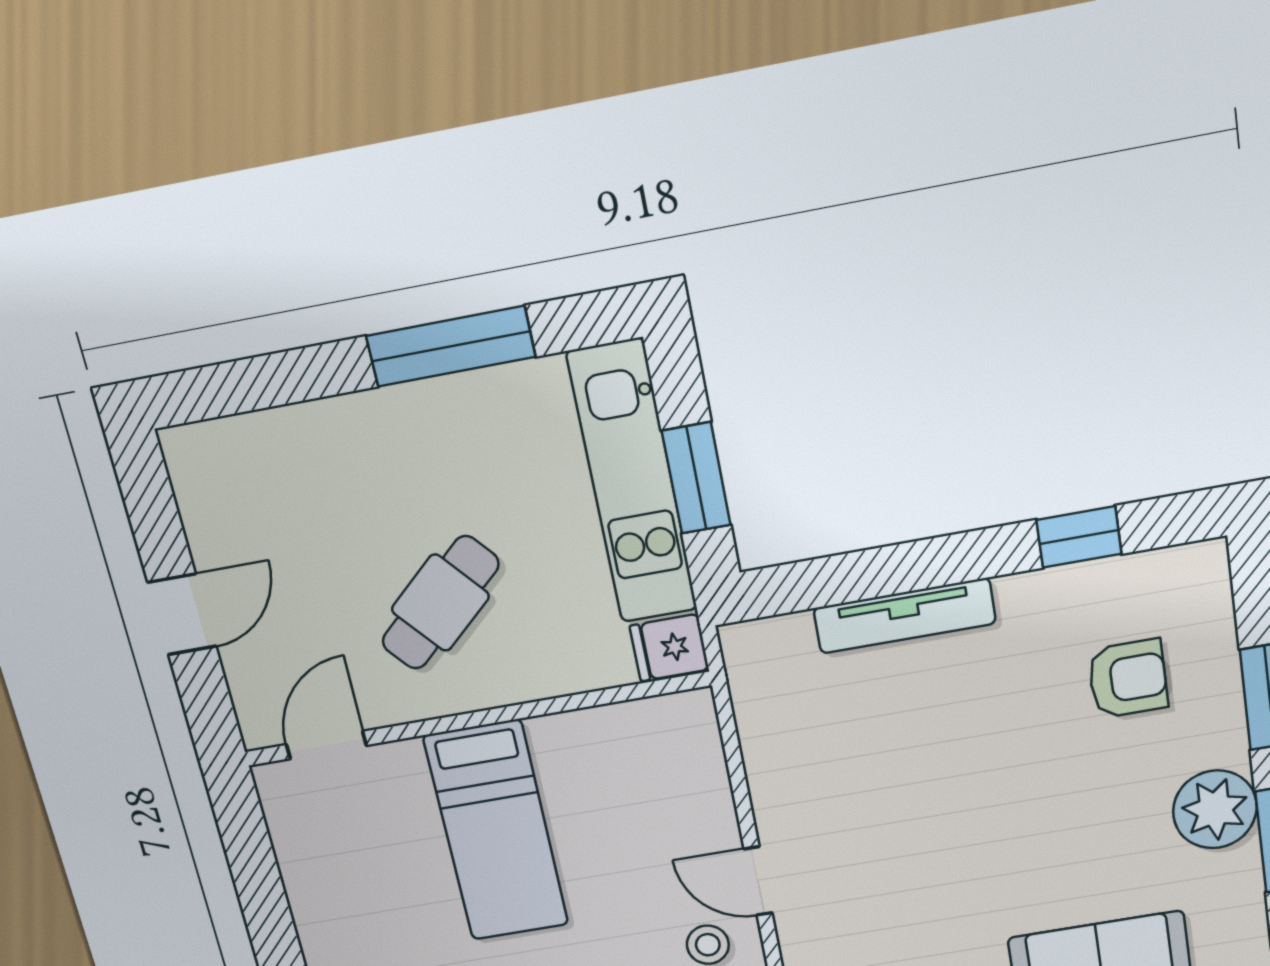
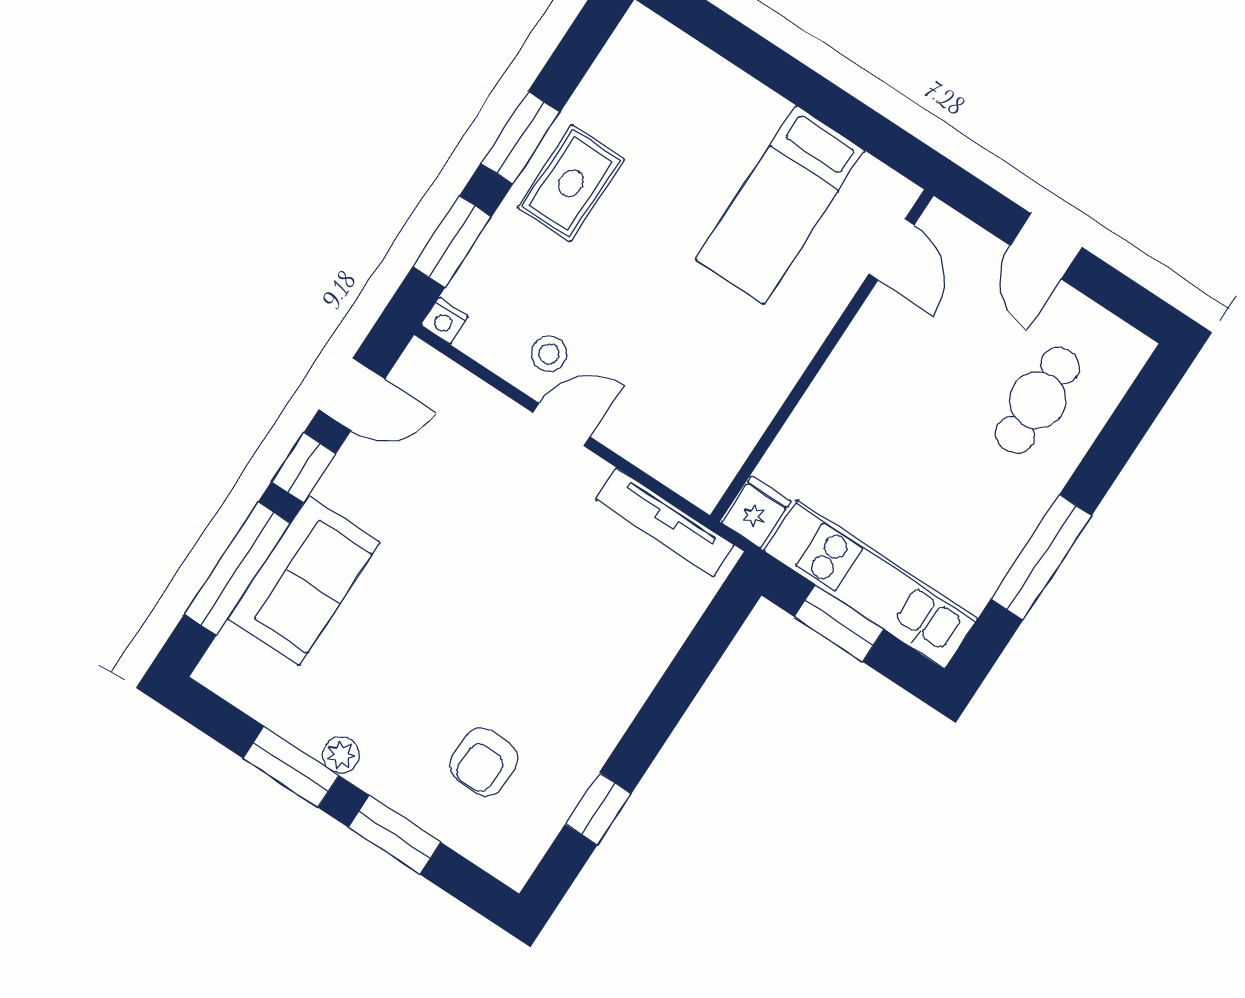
cafe table: (440, 603) -> (1038, 400), moved, turned 41
tv unit: (905, 616) -> (665, 522), moved, turned -90
plant: (1215, 809) -> (341, 755), width x0.53, depth x0.53
bed: (496, 831) -> (780, 205), moved, turned -90

